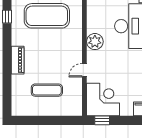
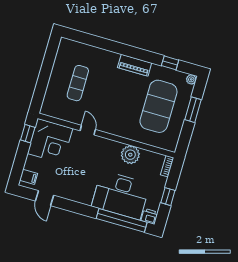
plant: (95, 42) -> (130, 155), moved
piano: (18, 60) -> (135, 65), moved

